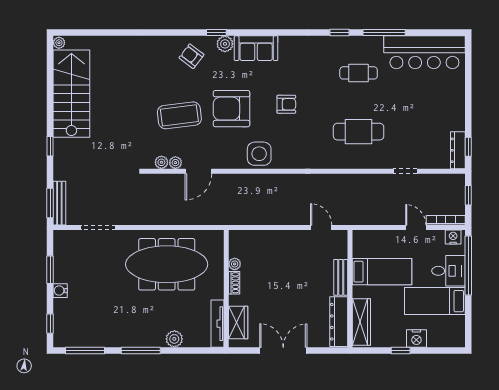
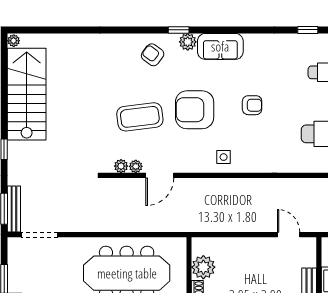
side table: (259, 154) -> (224, 157), width x0.54, depth x0.54
doorway: (98, 228) -> (40, 235), moved
plant: (235, 264) -> (203, 267), width x1.87, depth x1.87

